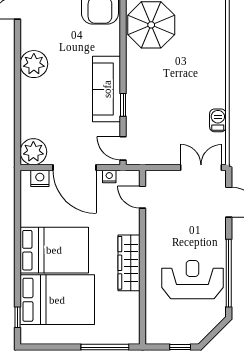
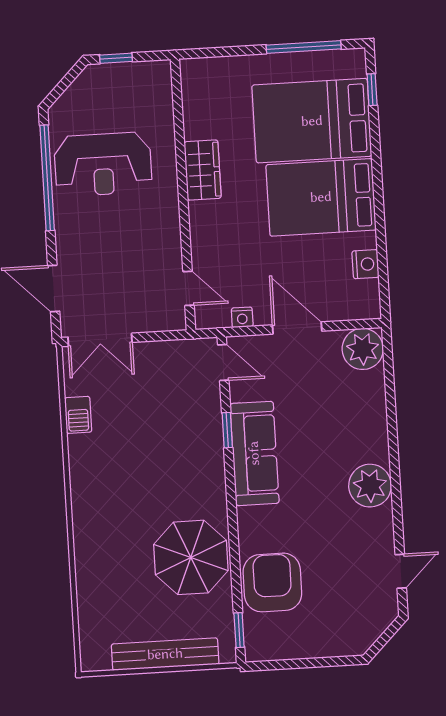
door: (74, 168) -> (297, 328), width x0.73
nightstand: (40, 178) -> (365, 264), moved, turned -90
wardrobe: (129, 263) -> (203, 170), width x0.67
window: (105, 347) -> (304, 47), moved

